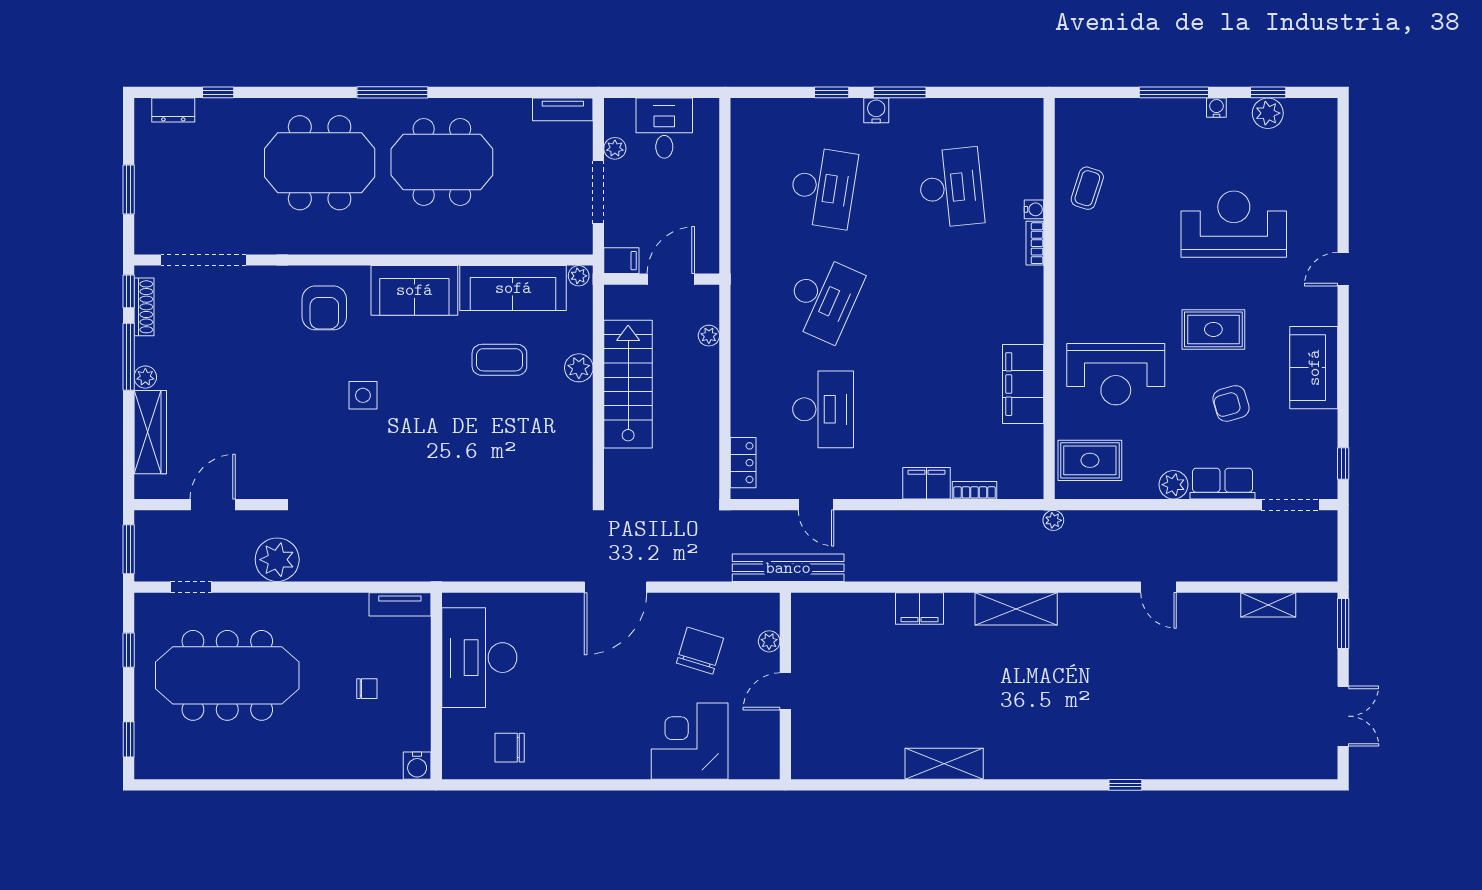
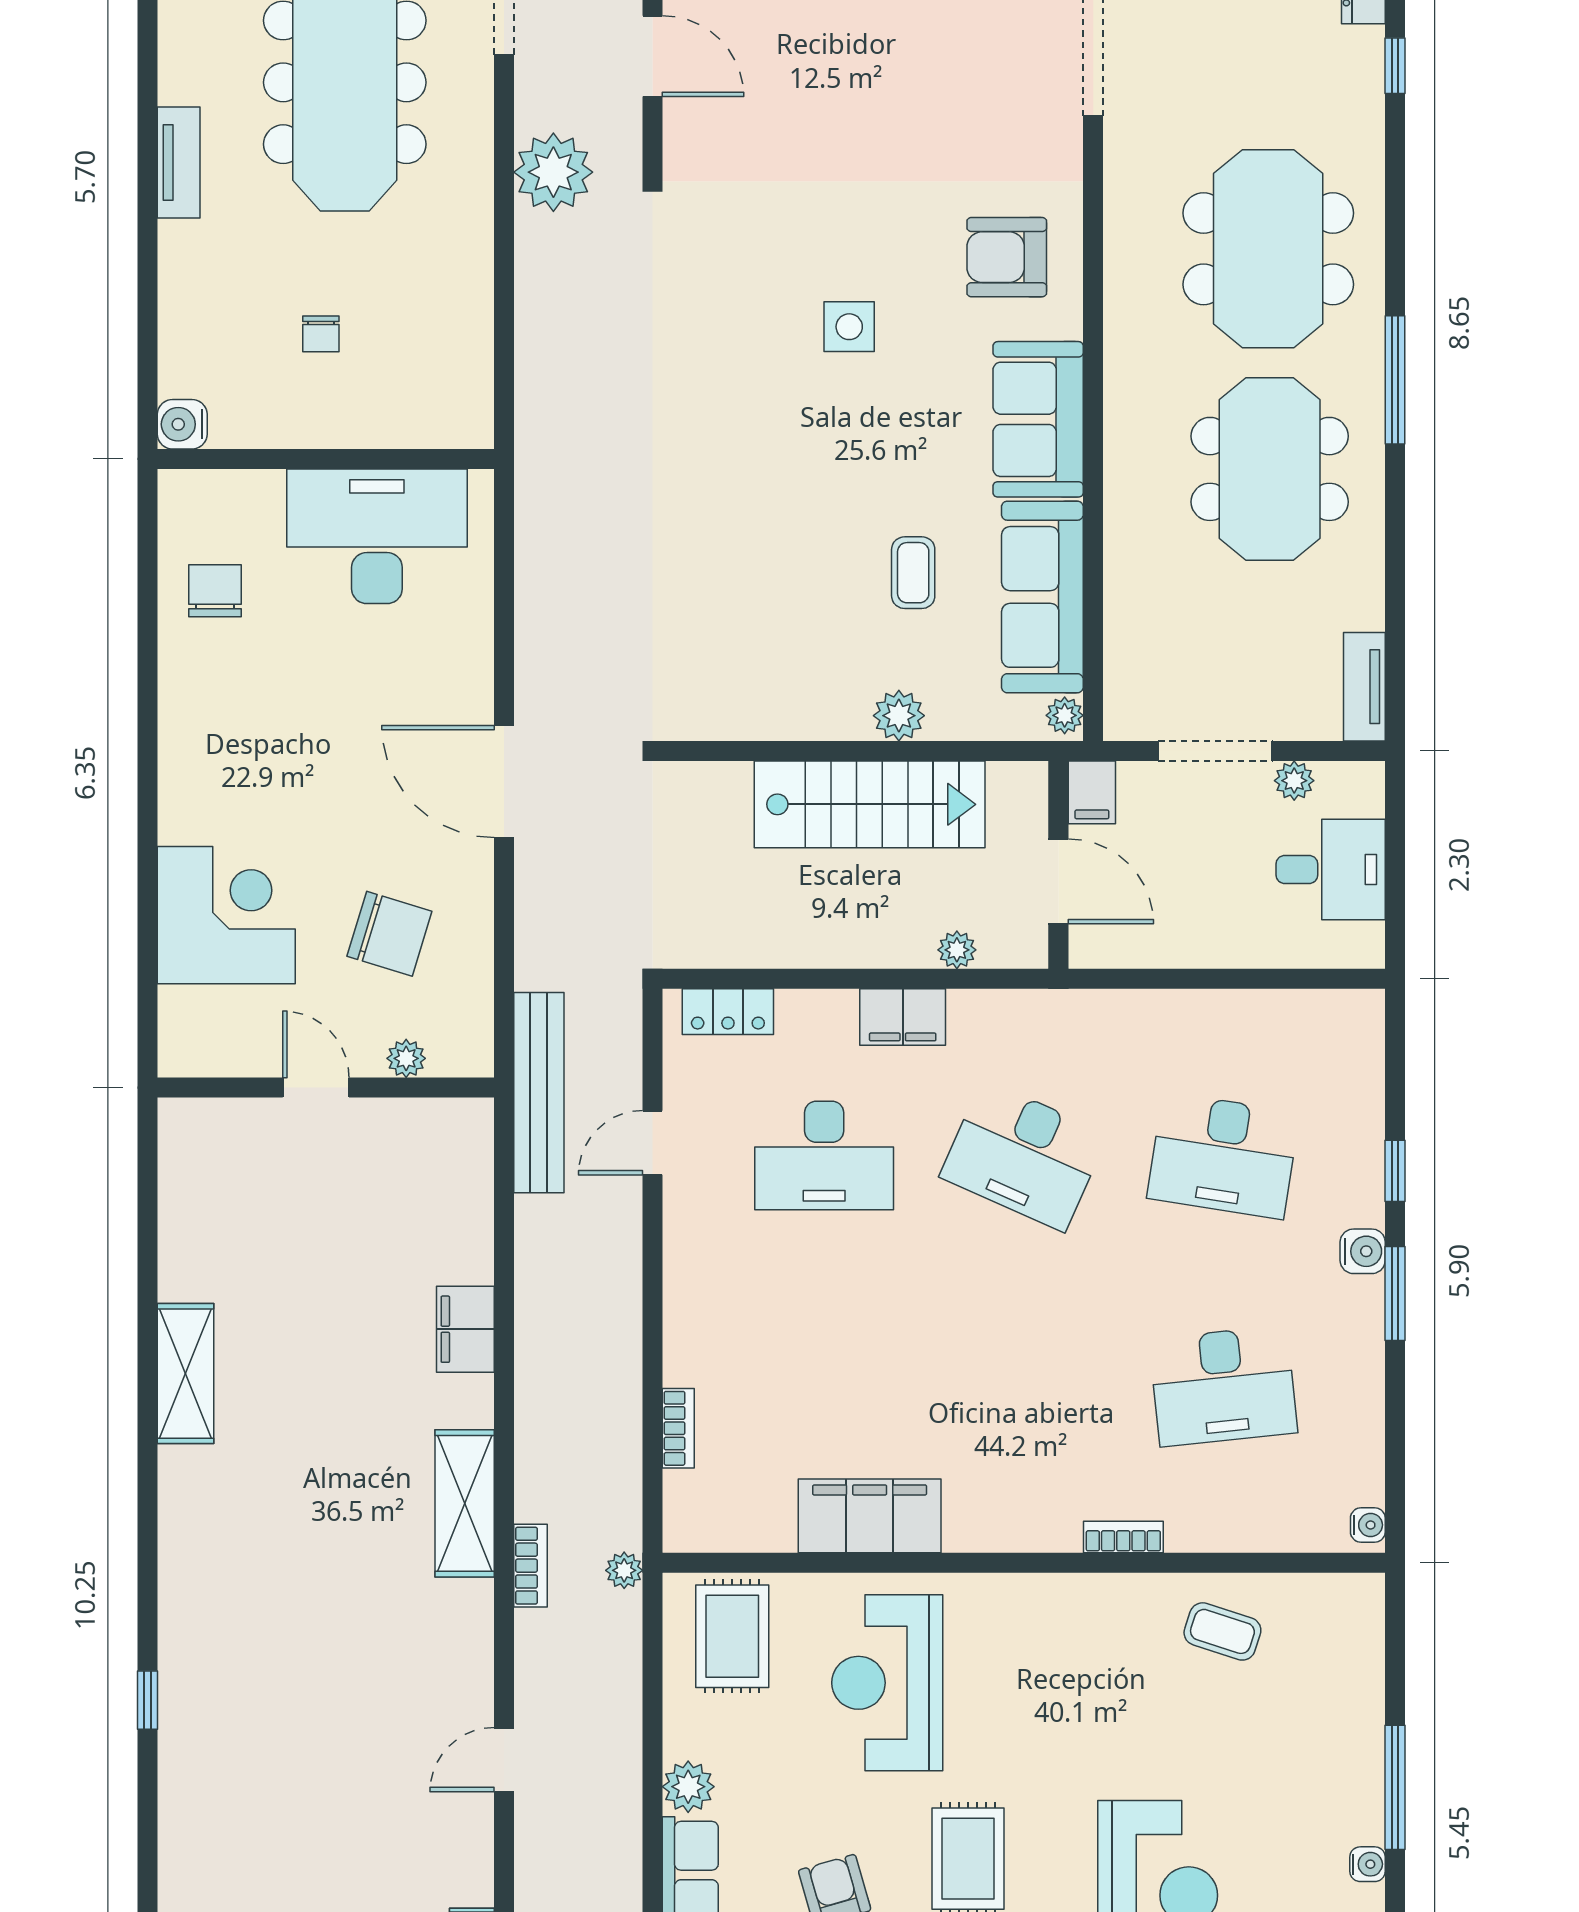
water cooler: (1034, 209) -> (1368, 1525), moved, turned -90
coffee table: (499, 360) -> (913, 573), width x0.73, depth x0.77
filing cabinet: (926, 483) -> (903, 1017), moved, turned 90
bookcase: (1051, 572) -> (530, 1566), added
tv unit: (400, 604) -> (179, 162), moved, turned 180

